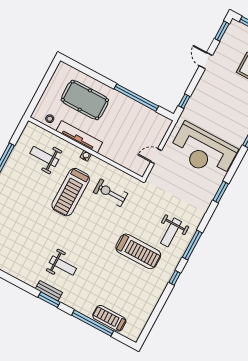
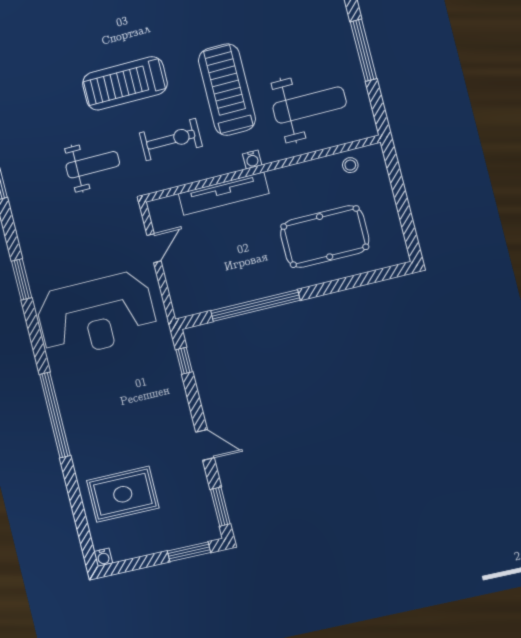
tv unit: (79, 137) -> (224, 194), moved
reception desk: (203, 151) -> (96, 315), turned 180
weight bench: (44, 156) -> (310, 105), width x1.36, depth x1.33
weight bench: (171, 232) -> (93, 165), moved, turned 90
treadmill: (138, 251) -> (125, 83), moved

